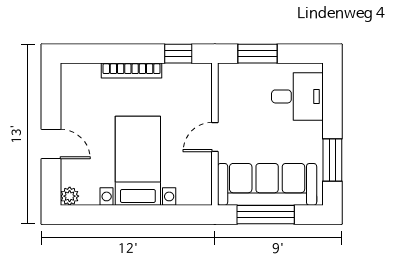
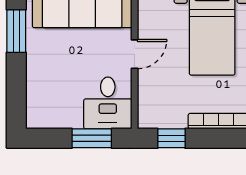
desk: (297, 96) -> (108, 103), moved, turned -90

